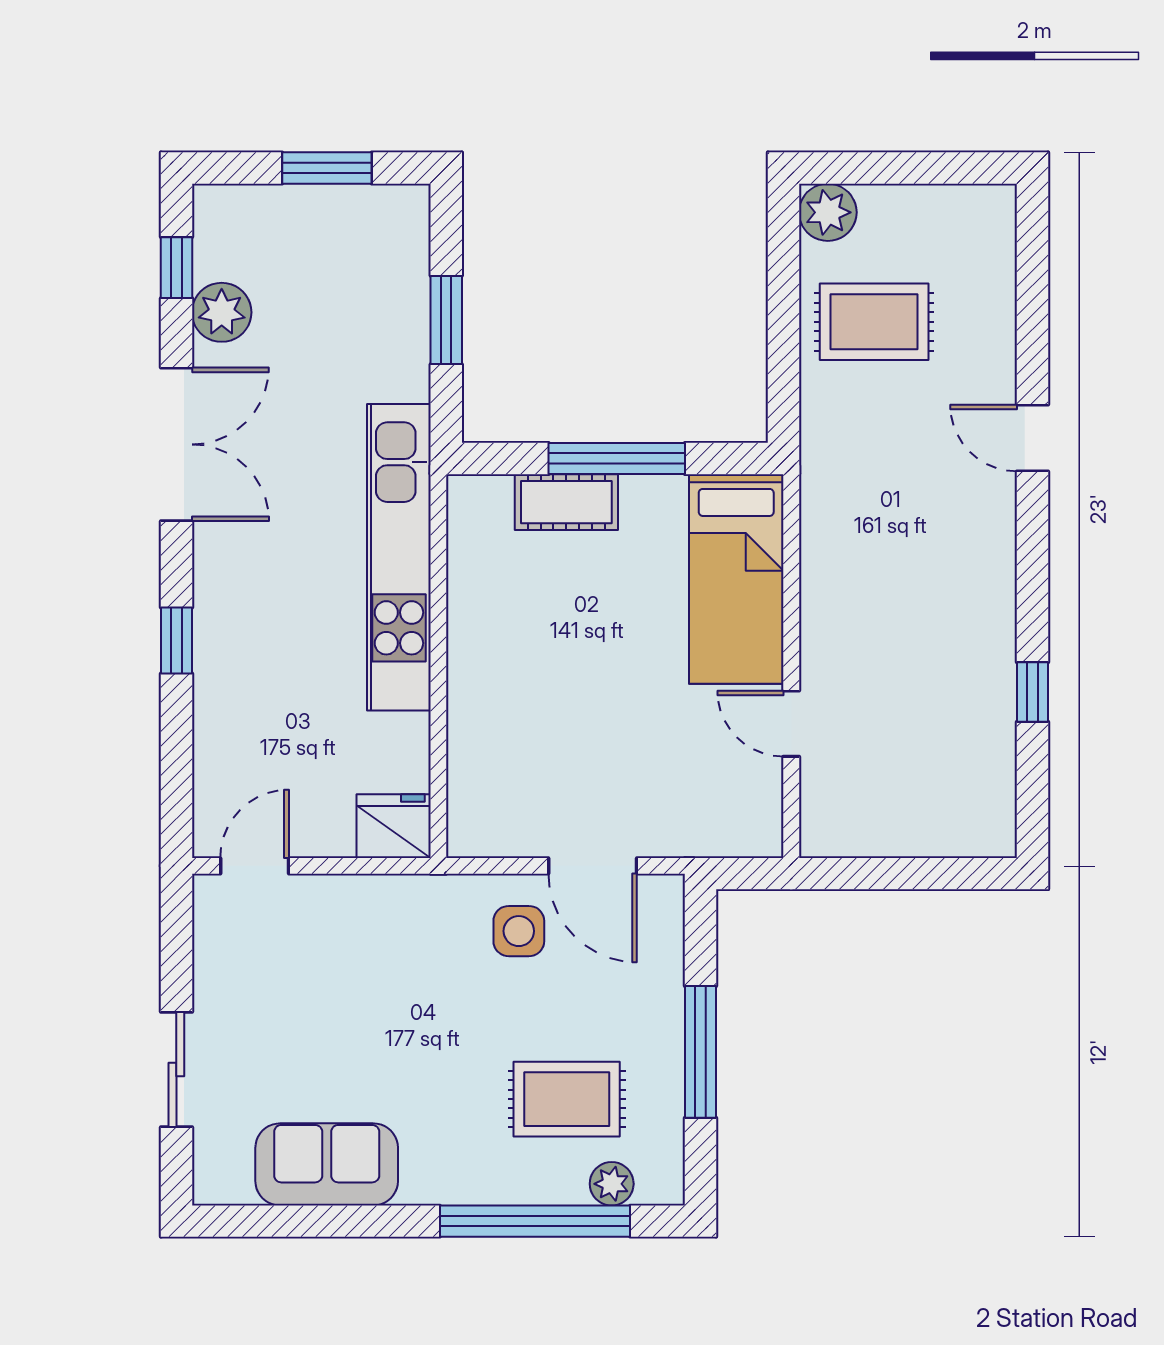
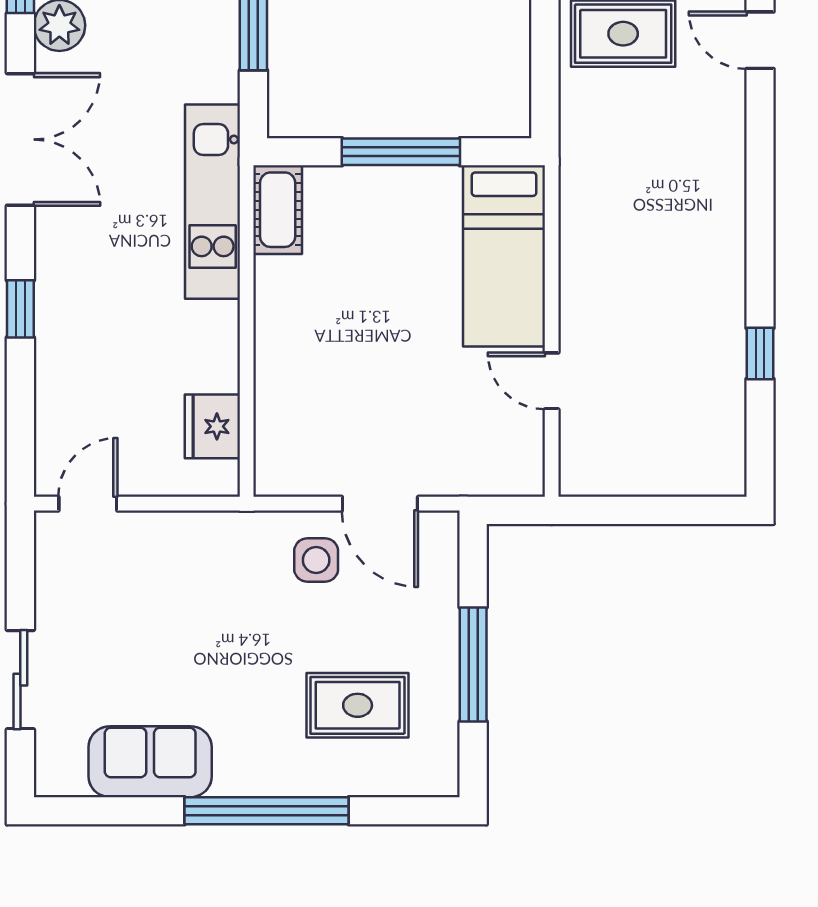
door: (1032, 438) -> (760, 40), moved
cot: (566, 502) -> (278, 210), moved, turned 90
kitchen unit: (399, 557) -> (213, 202), width x0.73
fridge: (394, 826) -> (212, 426), moved, turned -90
plant: (612, 1184) -> (396, 778), removed
window: (535, 1221) -> (267, 811), moved

